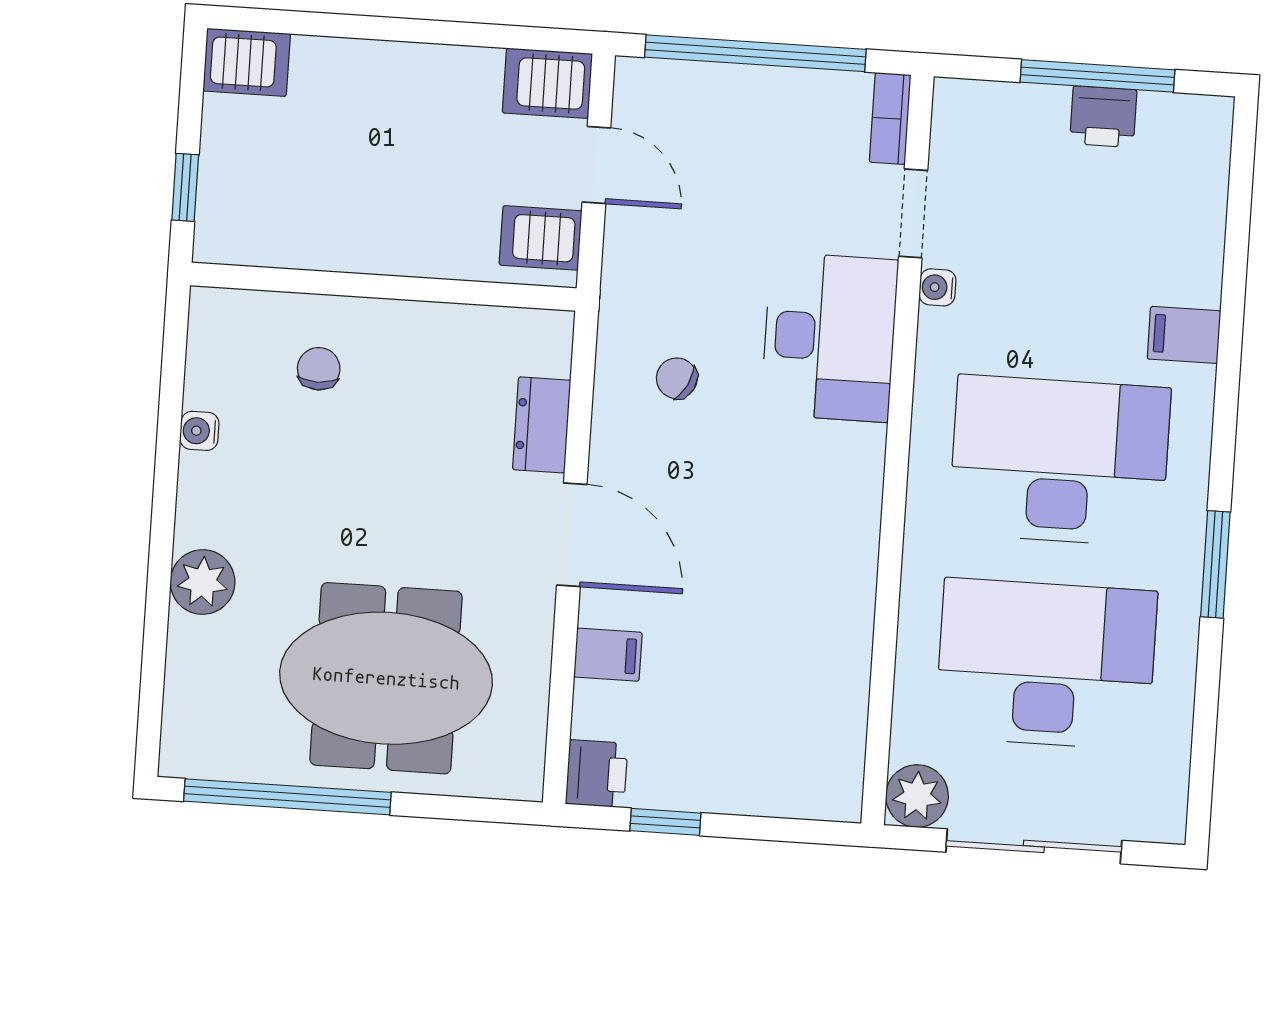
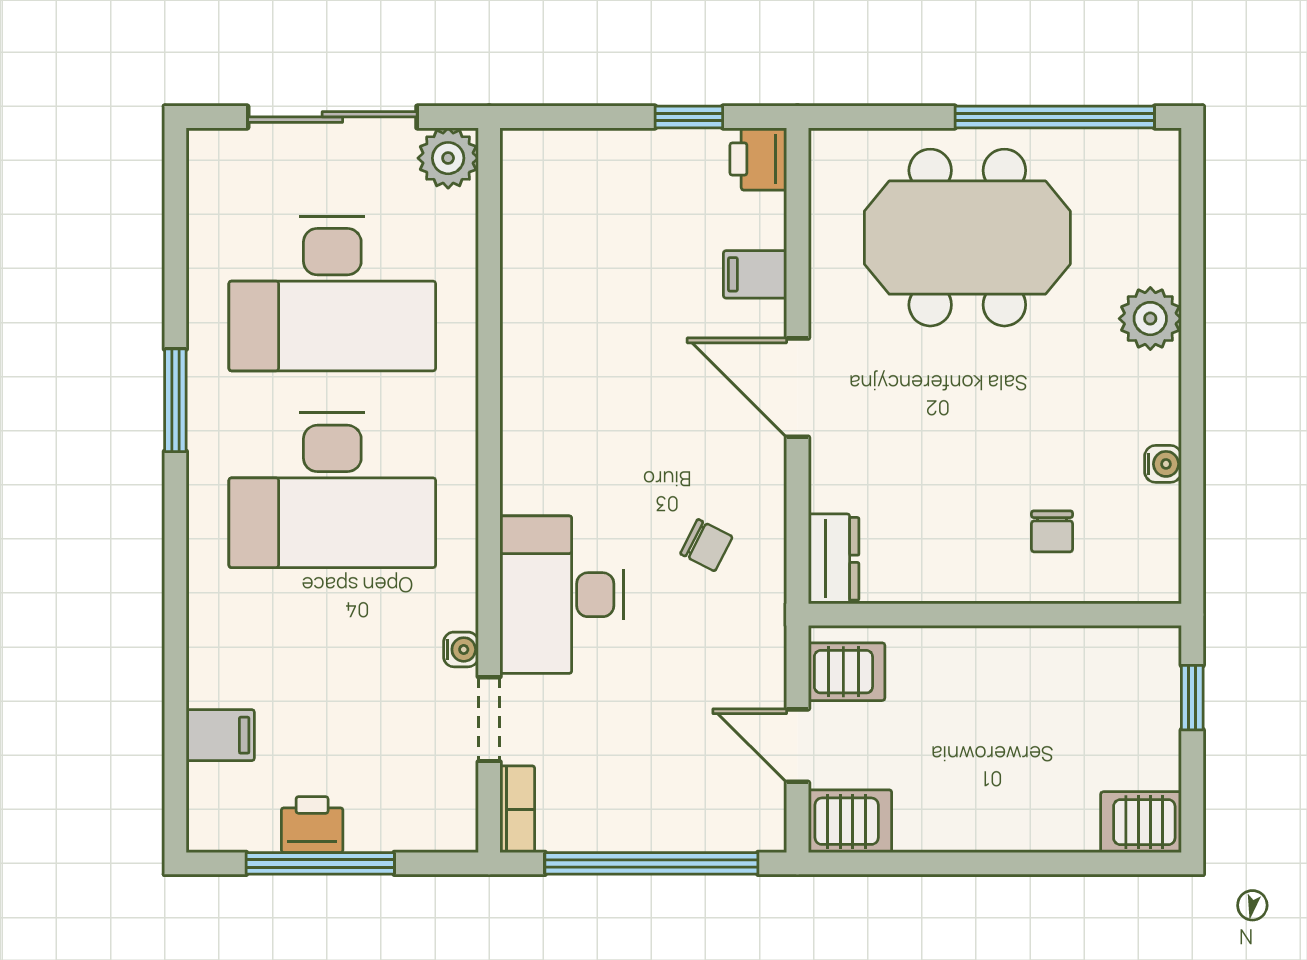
filing cabinet: (1184, 335) -> (220, 735), moved
dresser: (542, 425) -> (834, 559), moved

